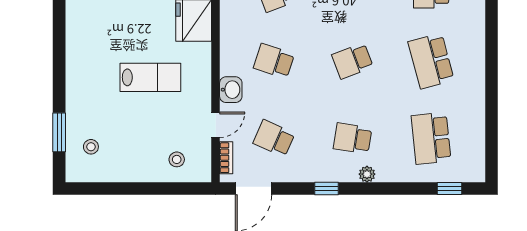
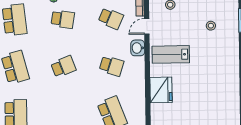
lab bench: (150, 77) -> (171, 54), moved
stool: (91, 147) -> (211, 26), moved

